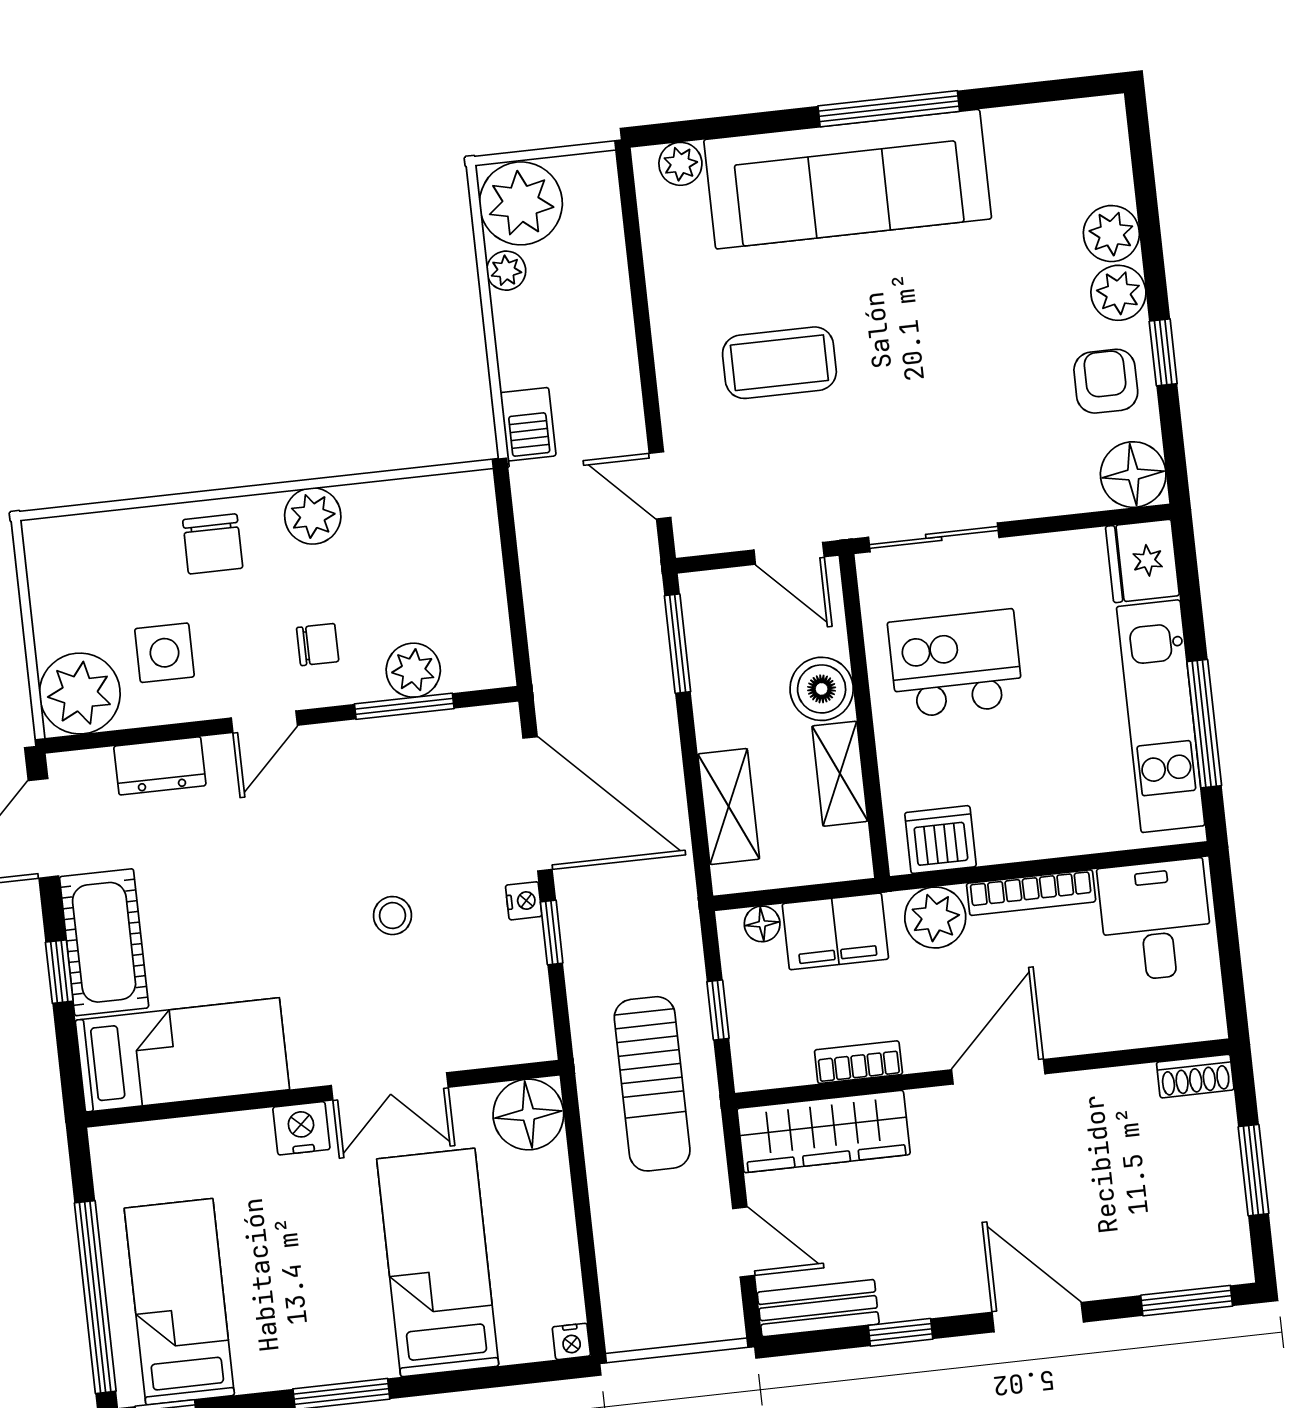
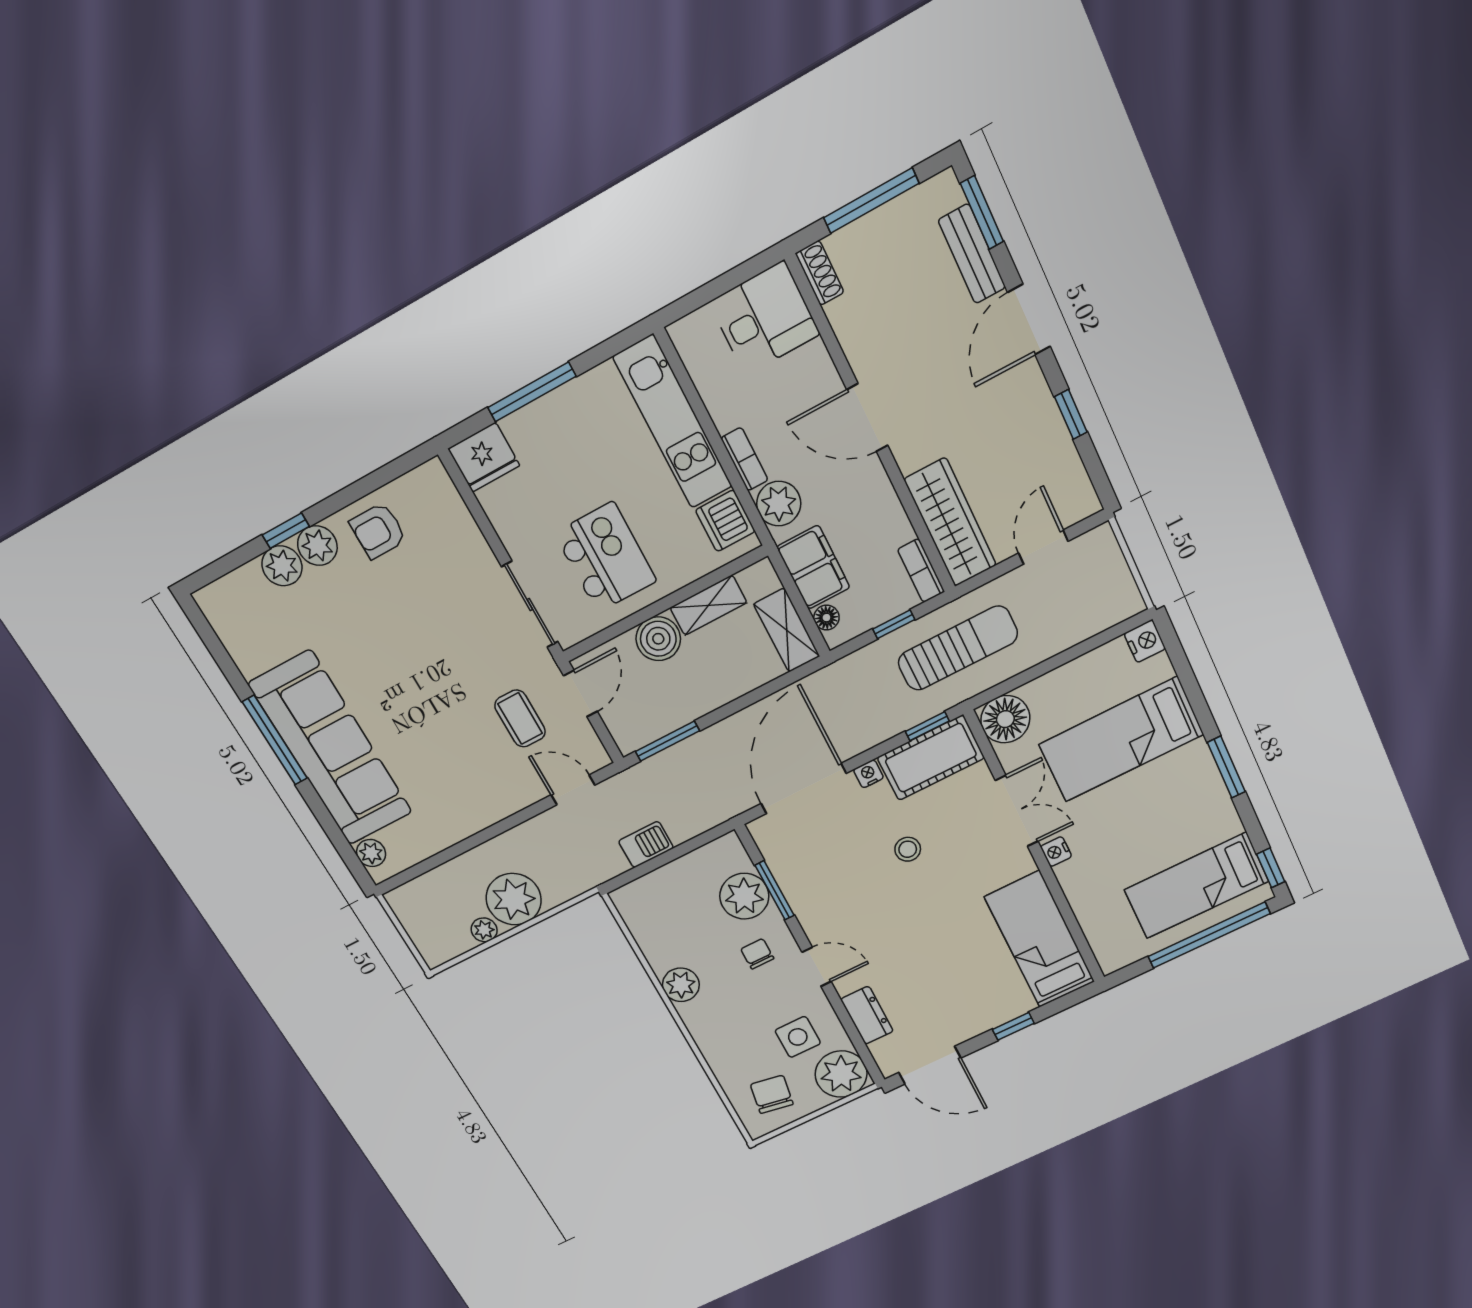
plant: (521, 203) -> (514, 899), moved
window: (1163, 352) -> (286, 531), moved
coffee table: (779, 363) -> (520, 719), moved, width x0.73, depth x0.77
barbecue: (528, 424) -> (646, 844), moved
floor lamp: (1133, 475) -> (430, 487), removed
door: (660, 485) -> (573, 790), swing flipped
chair: (213, 544) -> (772, 1094), moved, turned -80
kitchen island: (955, 664) -> (605, 557), turned 180
plant: (413, 670) -> (744, 896), width x1.36, depth x1.36
kitchen unit: (1161, 716) -> (673, 422), moved, turned 90
window: (1204, 724) -> (532, 392), moved
shelving: (729, 807) -> (787, 630), moved, turned 90
bookcase: (1031, 893) -> (744, 459), width x0.64
desk: (1156, 920) -> (764, 318), moved, turned 180
window: (552, 932) -> (927, 726), moved
cot: (104, 942) -> (931, 758), moved
bookcase: (858, 1062) -> (921, 571), moved
nightstand: (301, 1128) -> (1056, 852), width x0.72, depth x0.74
window: (1253, 1170) -> (871, 201), width x1.44
bench: (818, 1308) -> (972, 254), moved
nightstand: (571, 1341) -> (1145, 641), width x1.39, depth x1.35

